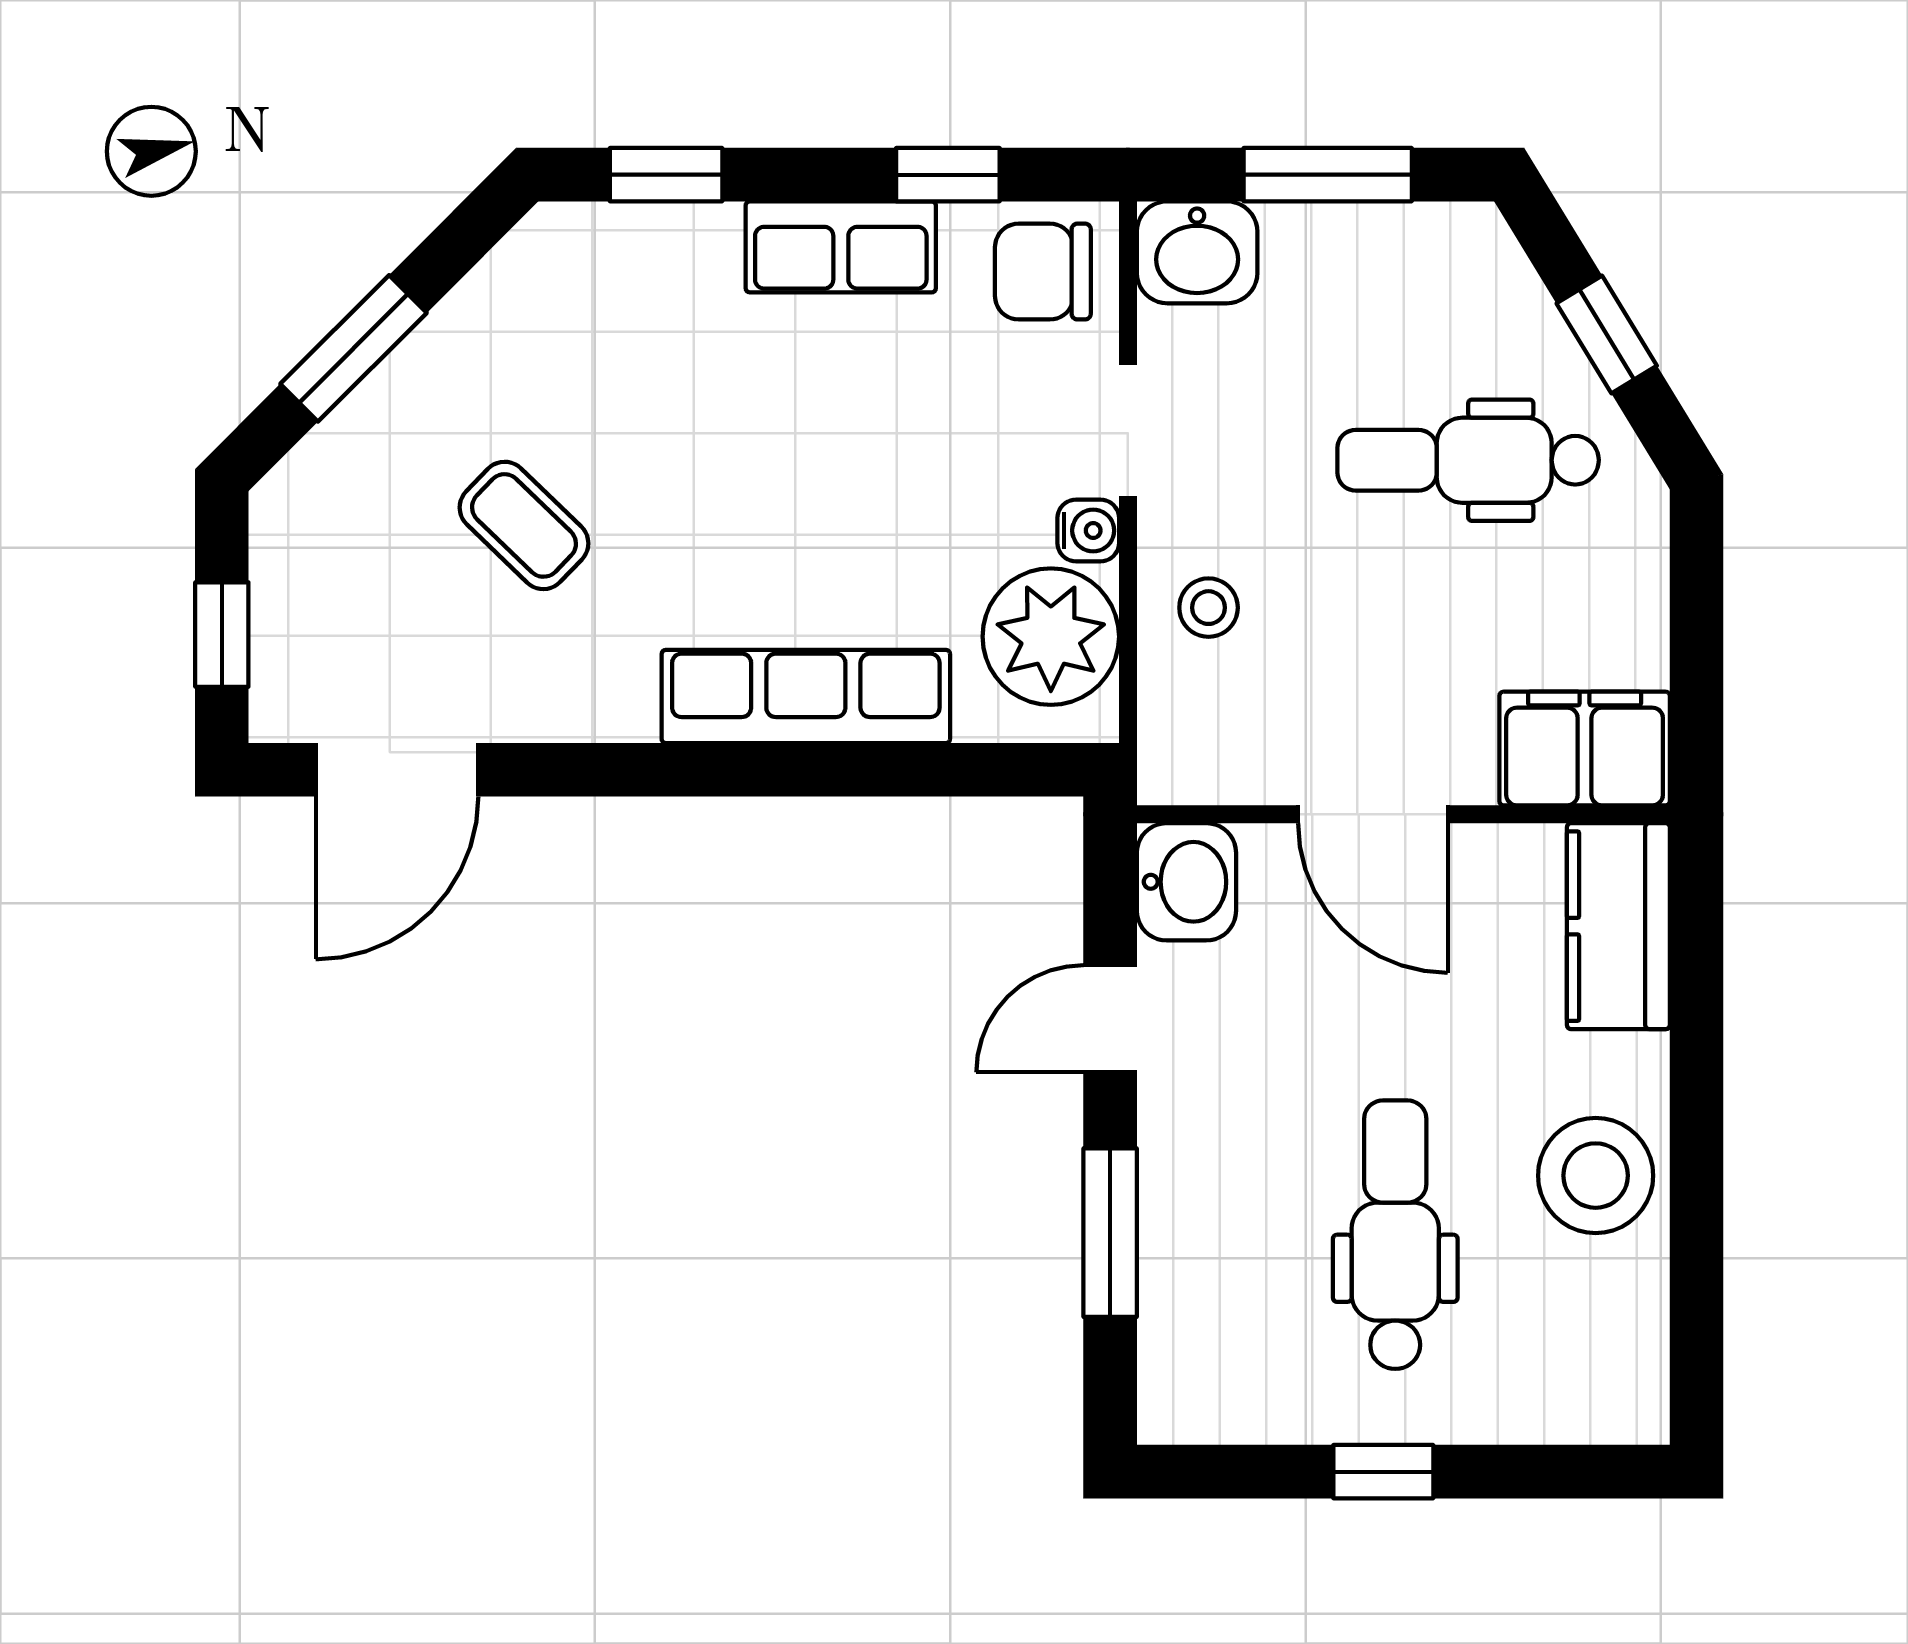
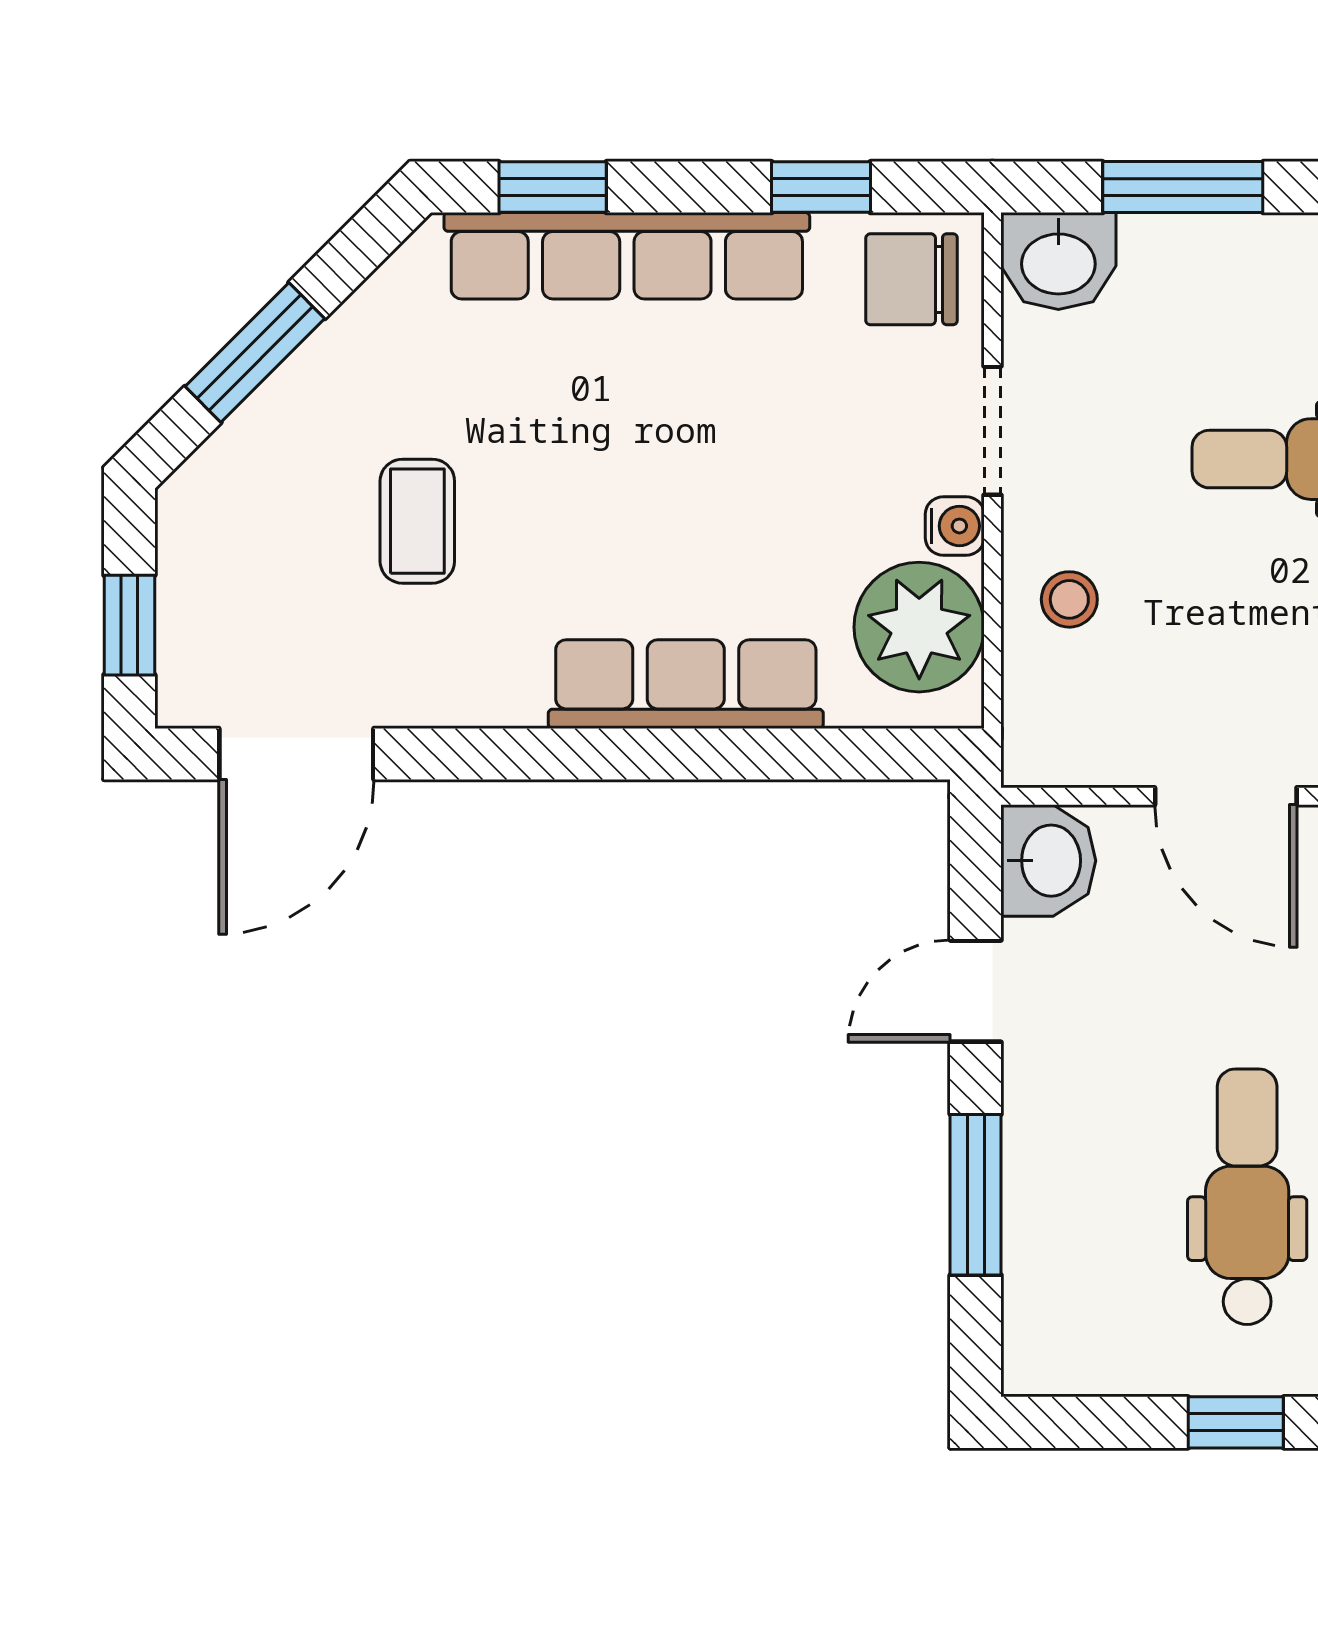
row of seats: (841, 247) -> (627, 256), width x2.02
coffee table: (524, 525) -> (417, 521), turned 46

